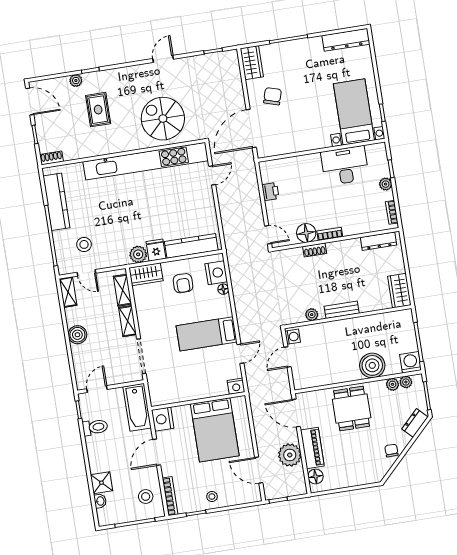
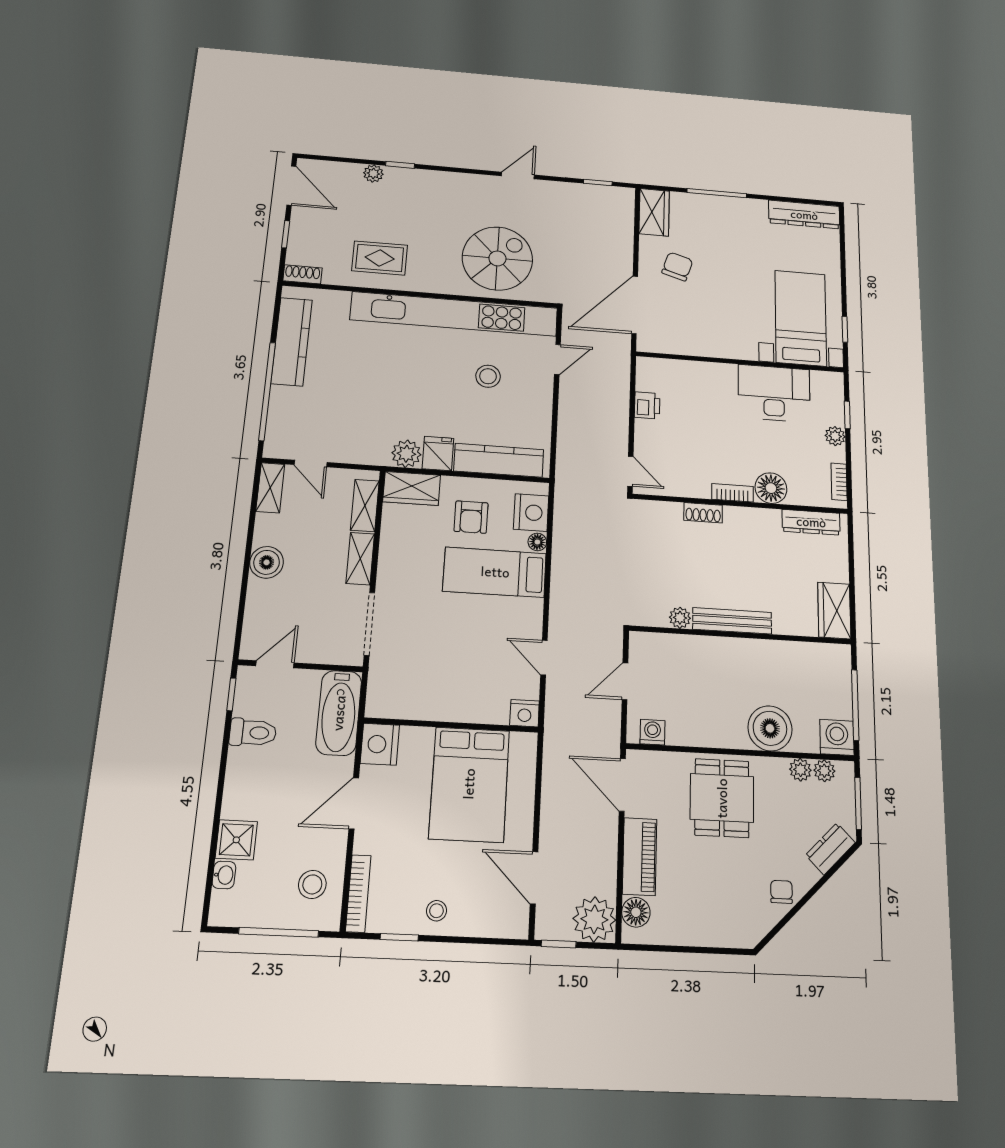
rug: (98, 110) -> (380, 258), moved, turned 90
spiral stairs: (163, 119) -> (497, 258), turned 90
floor lamp: (306, 233) -> (771, 488), moved
stool: (84, 244) -> (488, 376), moved
bench: (342, 310) -> (732, 621), width x1.36
bed: (207, 334) -> (495, 572), moved
washing machine: (293, 337) -> (652, 732), moved, turned -90
door: (240, 354) -> (544, 658), swing flipped
plant: (290, 455) -> (594, 919), moved

